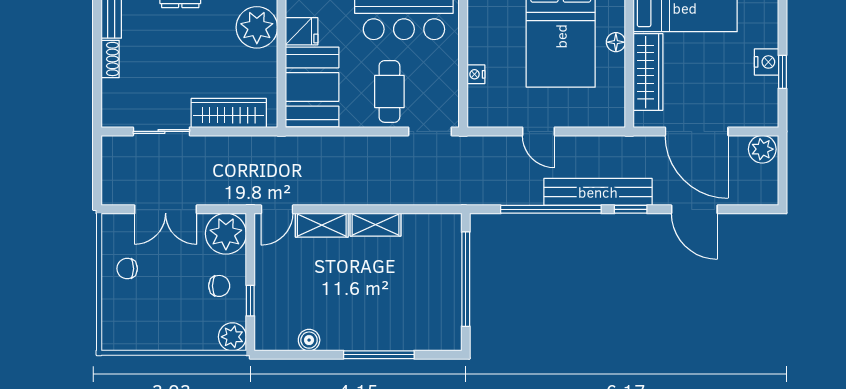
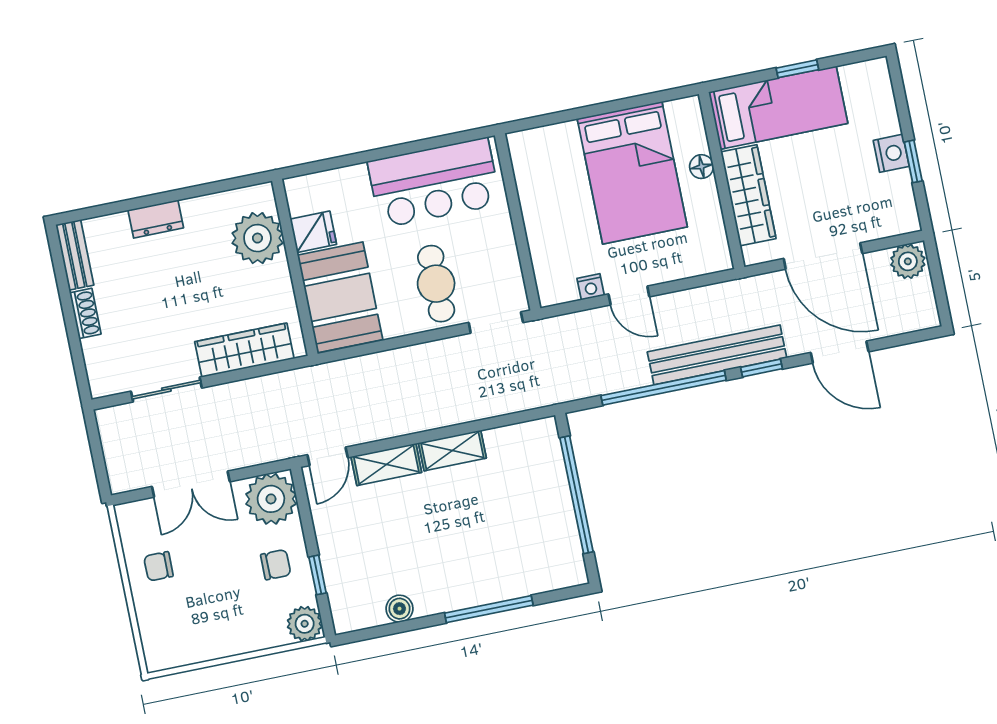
nightstand: (476, 74) -> (591, 287), moved, turned -90

